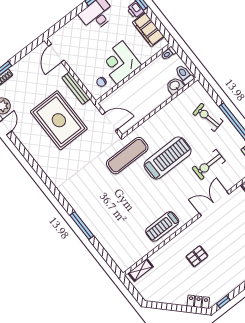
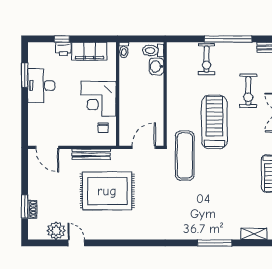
exercise bike: (208, 117) -> (207, 59), turned -78
shelving: (110, 248) -> (254, 234), added

